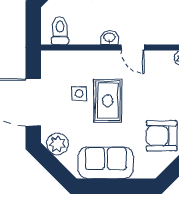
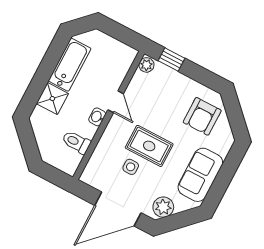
toilet: (60, 31) -> (76, 142), moved
door: (133, 48) -> (116, 102), hinge flipped

